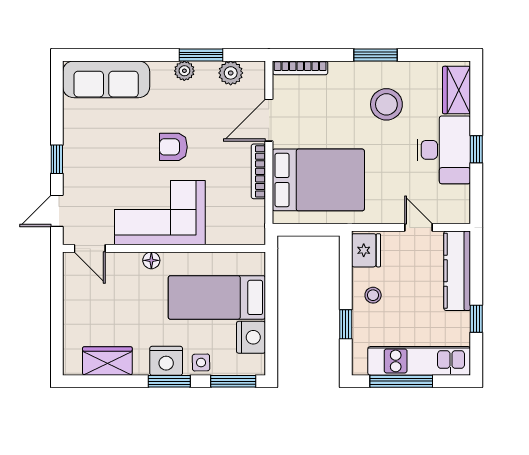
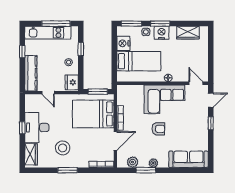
window: (308, 230) -> (98, 92), added

